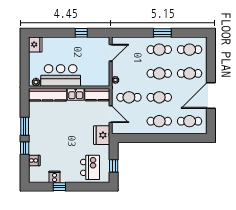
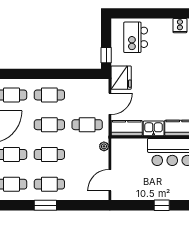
window: (81, 33) -> (162, 205), moved
door: (111, 114) -> (110, 104), swing flipped
window: (114, 166) -> (106, 55), moved
window: (59, 187) -> (174, 13), removed

